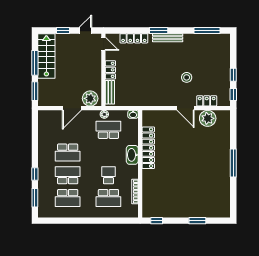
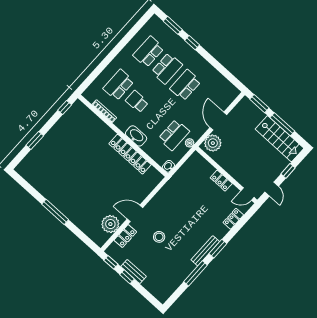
window: (207, 30) -> (195, 273), moved
locker: (134, 38) -> (233, 219), width x0.66
bench: (110, 92) -> (134, 272), moved
school desk: (108, 175) -> (137, 102), turned 180

